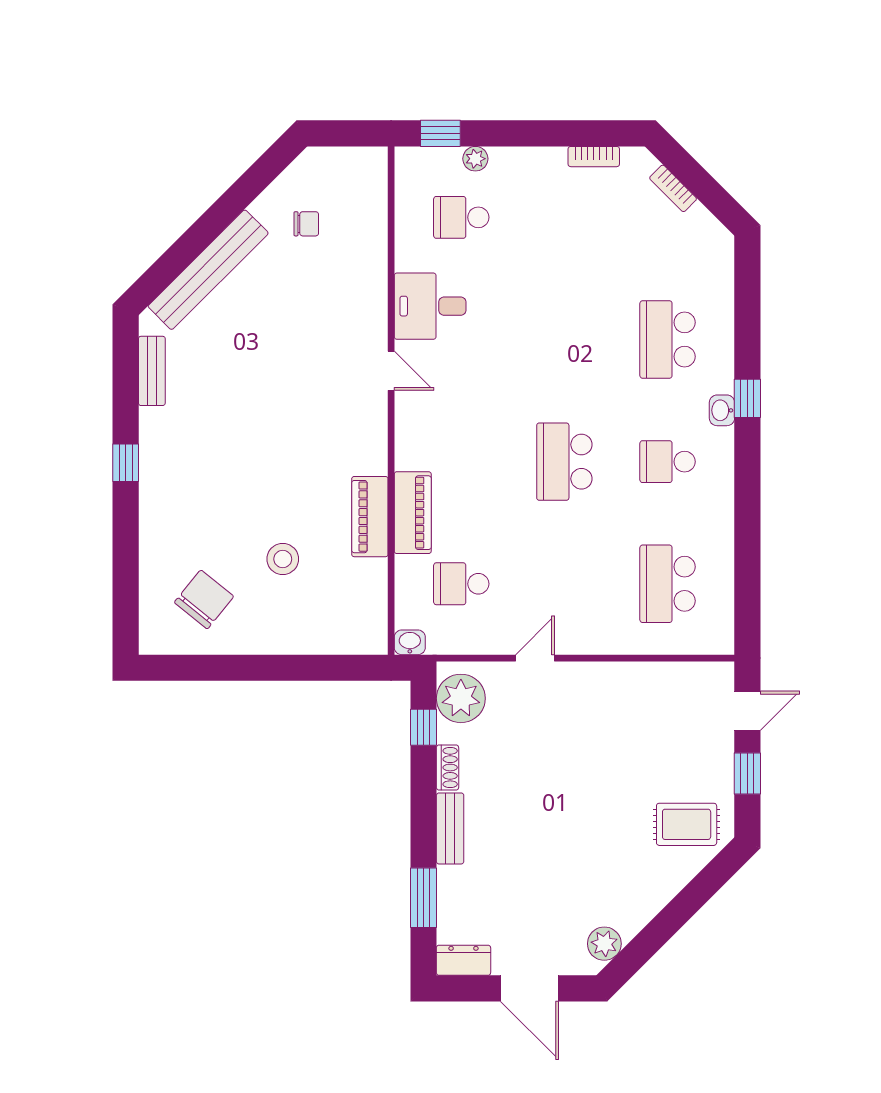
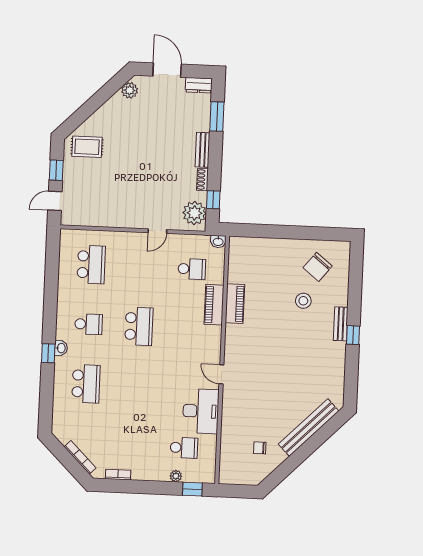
bookcase: (673, 188) -> (80, 457), width x1.56
desk: (430, 306) -> (201, 411), width x1.37
bench: (152, 371) -> (341, 324), moved
stool: (283, 559) -> (303, 301), moved

